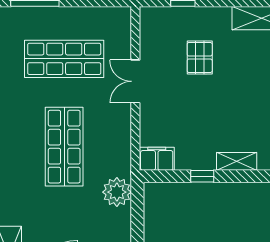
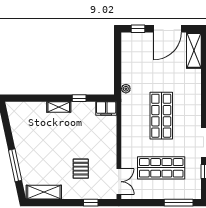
double door: (135, 81) -> (119, 182), moved
plant: (117, 192) -> (126, 89), width x0.53, depth x0.53

